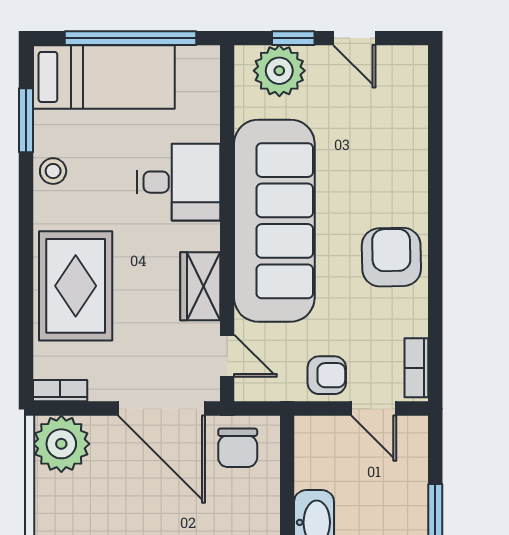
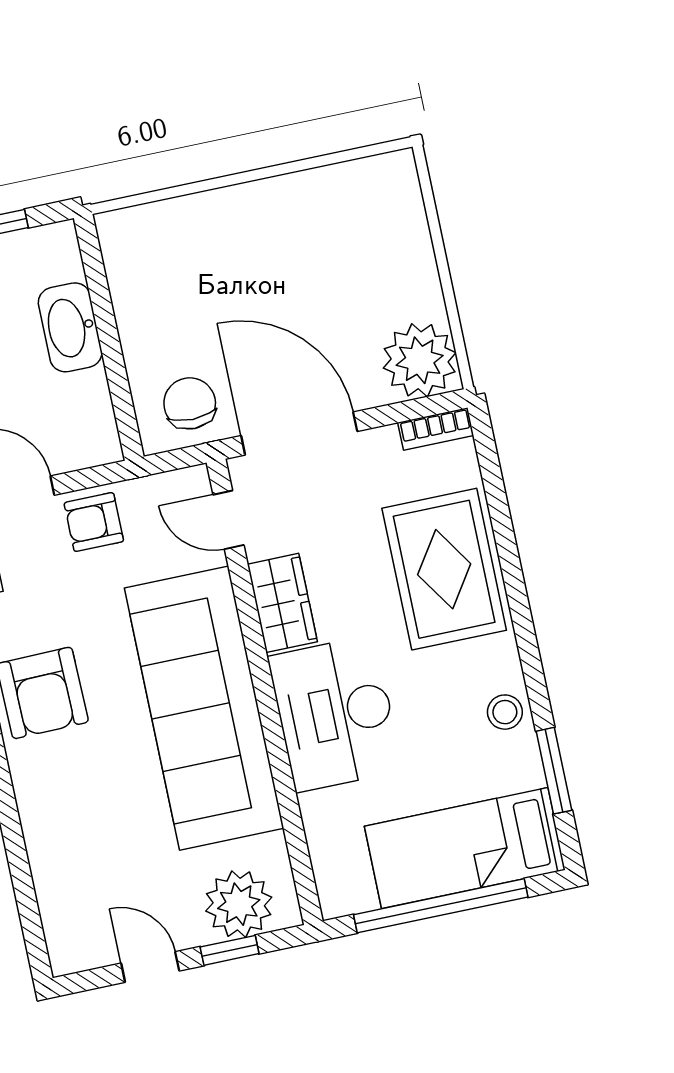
desk: (179, 182) -> (335, 714), width x1.37

